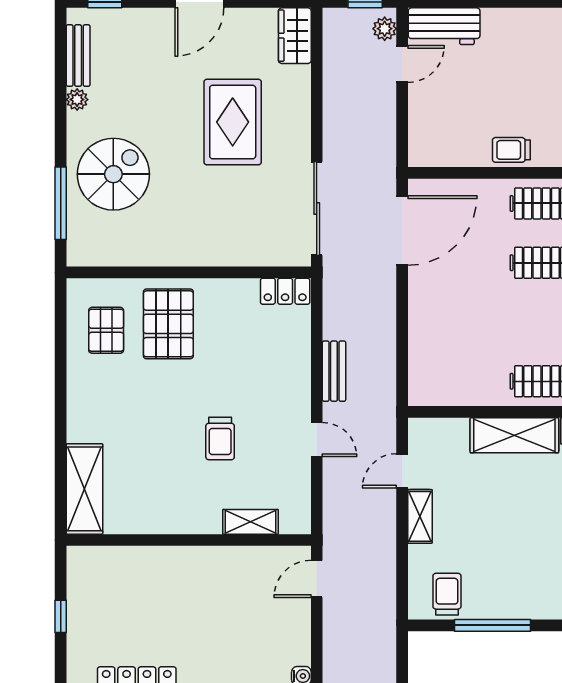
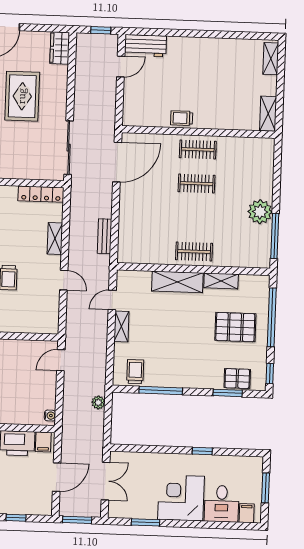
plant: (385, 29) -> (98, 402), moved
locker: (285, 291) -> (41, 194), width x1.53
bench: (334, 371) -> (105, 236), moved
shelving: (251, 522) -> (55, 239), moved, turned 90

